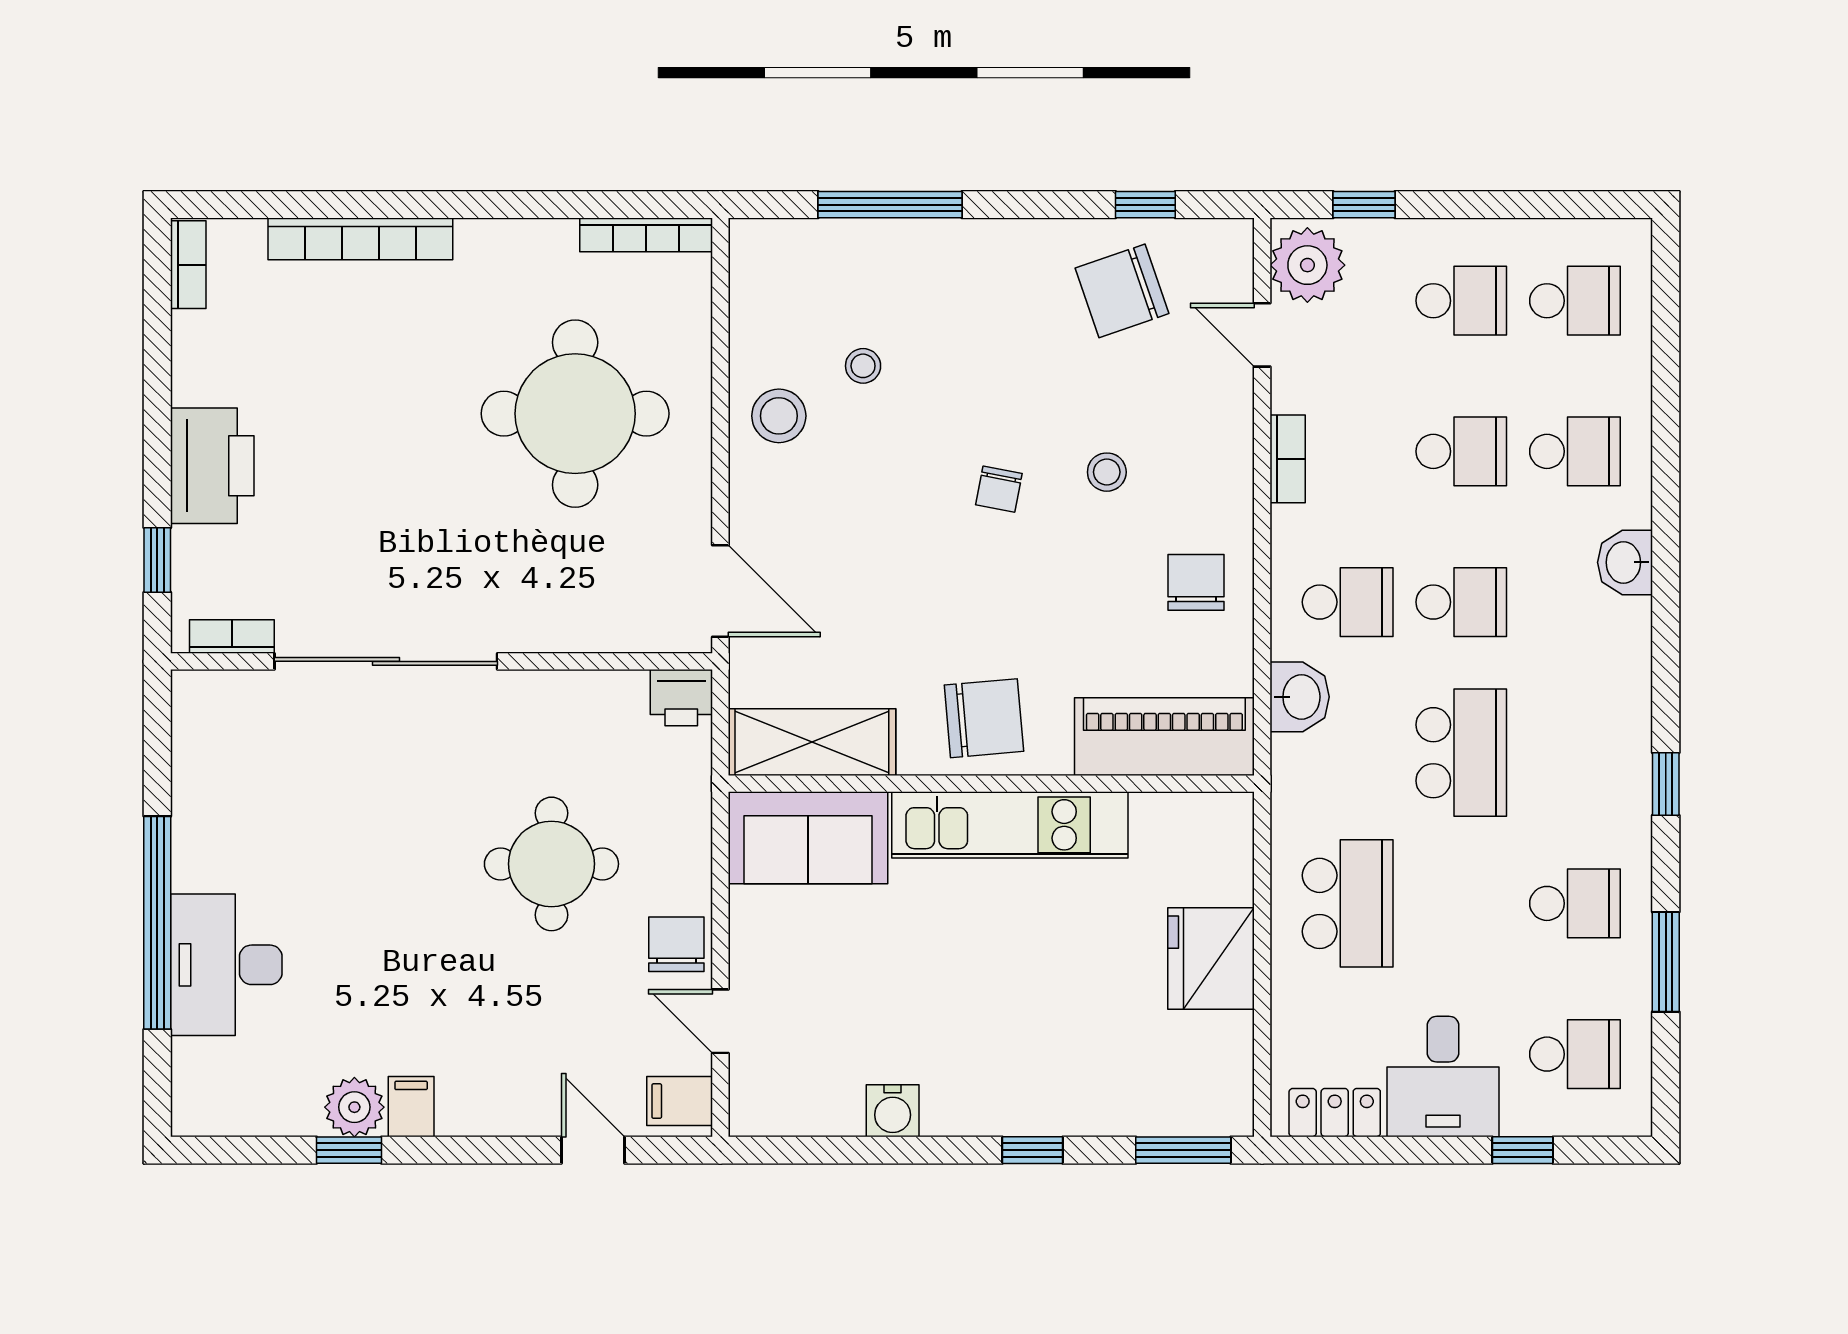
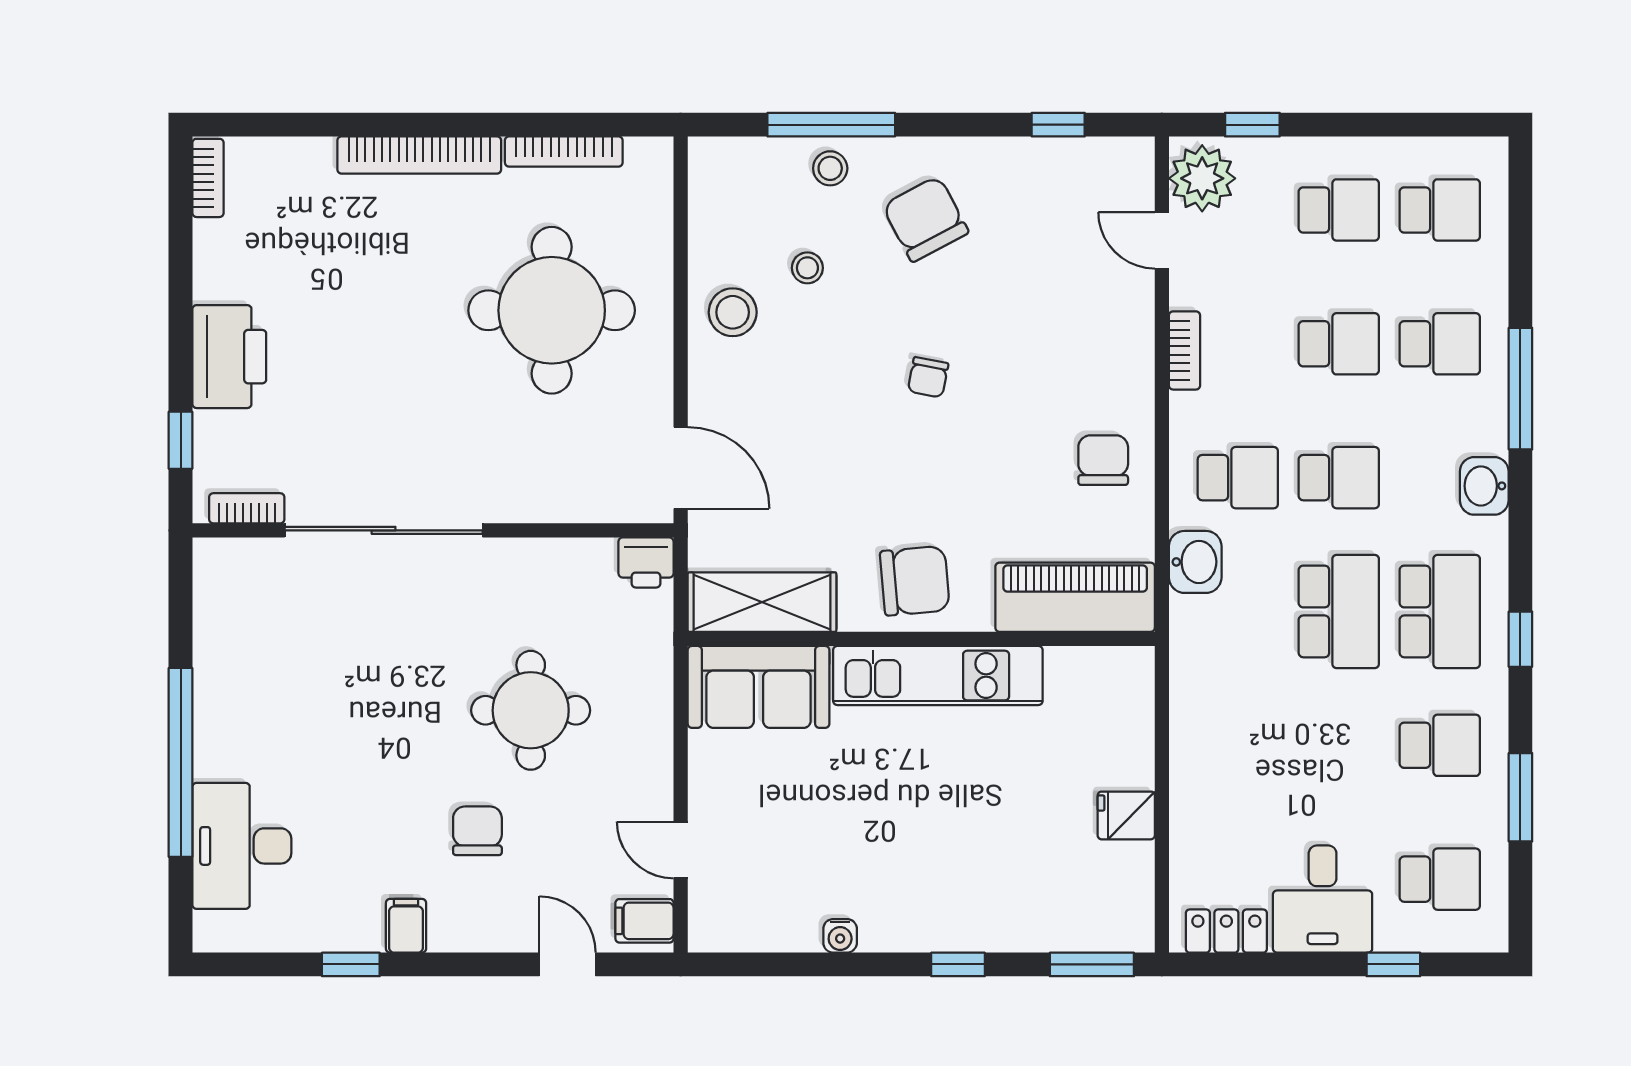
bookcase: (646, 235) -> (564, 151), moved
bookcase: (360, 239) -> (419, 155), moved
chair: (1122, 291) -> (925, 219), moved, turned 81
stool: (1107, 472) -> (830, 168), moved
window: (1666, 502) -> (1520, 389), added
washbasin: (1625, 562) -> (1484, 486), moved
school desk: (1348, 903) -> (1440, 611), moved
chair: (676, 944) -> (477, 831), moved
fridge: (1211, 959) -> (1126, 815), width x0.53, depth x0.75
desk: (226, 965) -> (242, 846), moved
plant: (354, 1107) -> (356, 926), removed
water cooler: (893, 1111) -> (840, 936), width x0.72, depth x0.72

